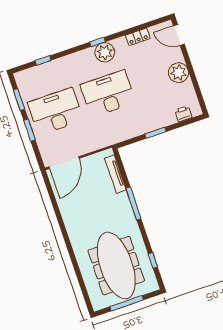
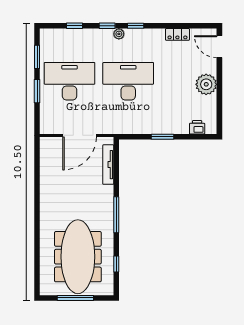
window: (72, 51) -> (107, 26), added
plant: (105, 52) -> (119, 34), moved, width x0.53, depth x0.53
door: (64, 163) -> (80, 135), moved
window: (133, 203) -> (116, 215), moved

